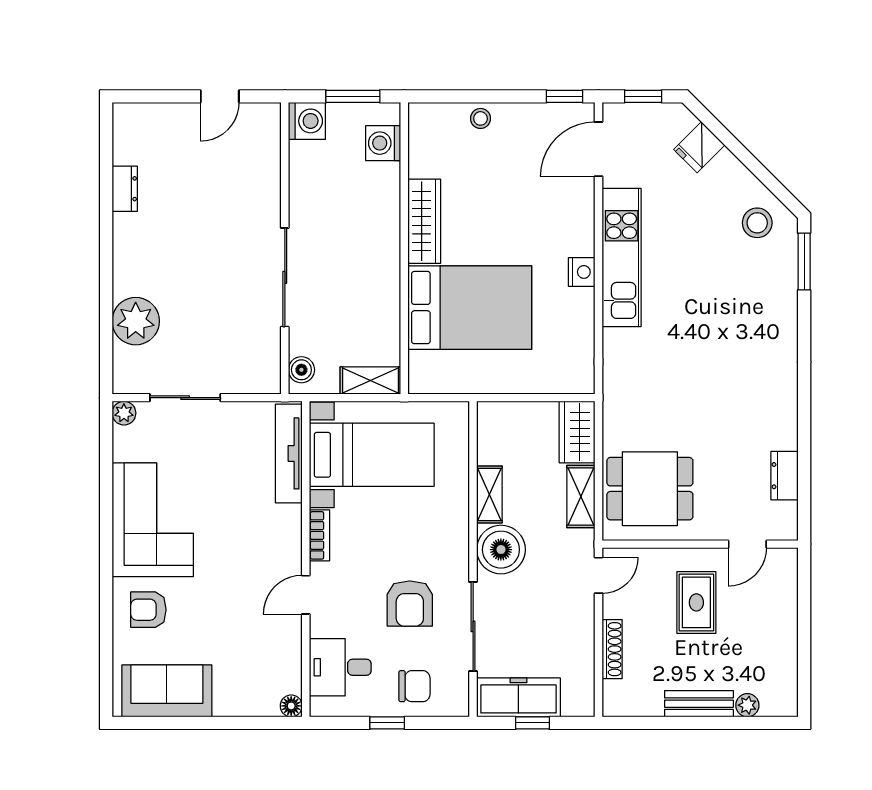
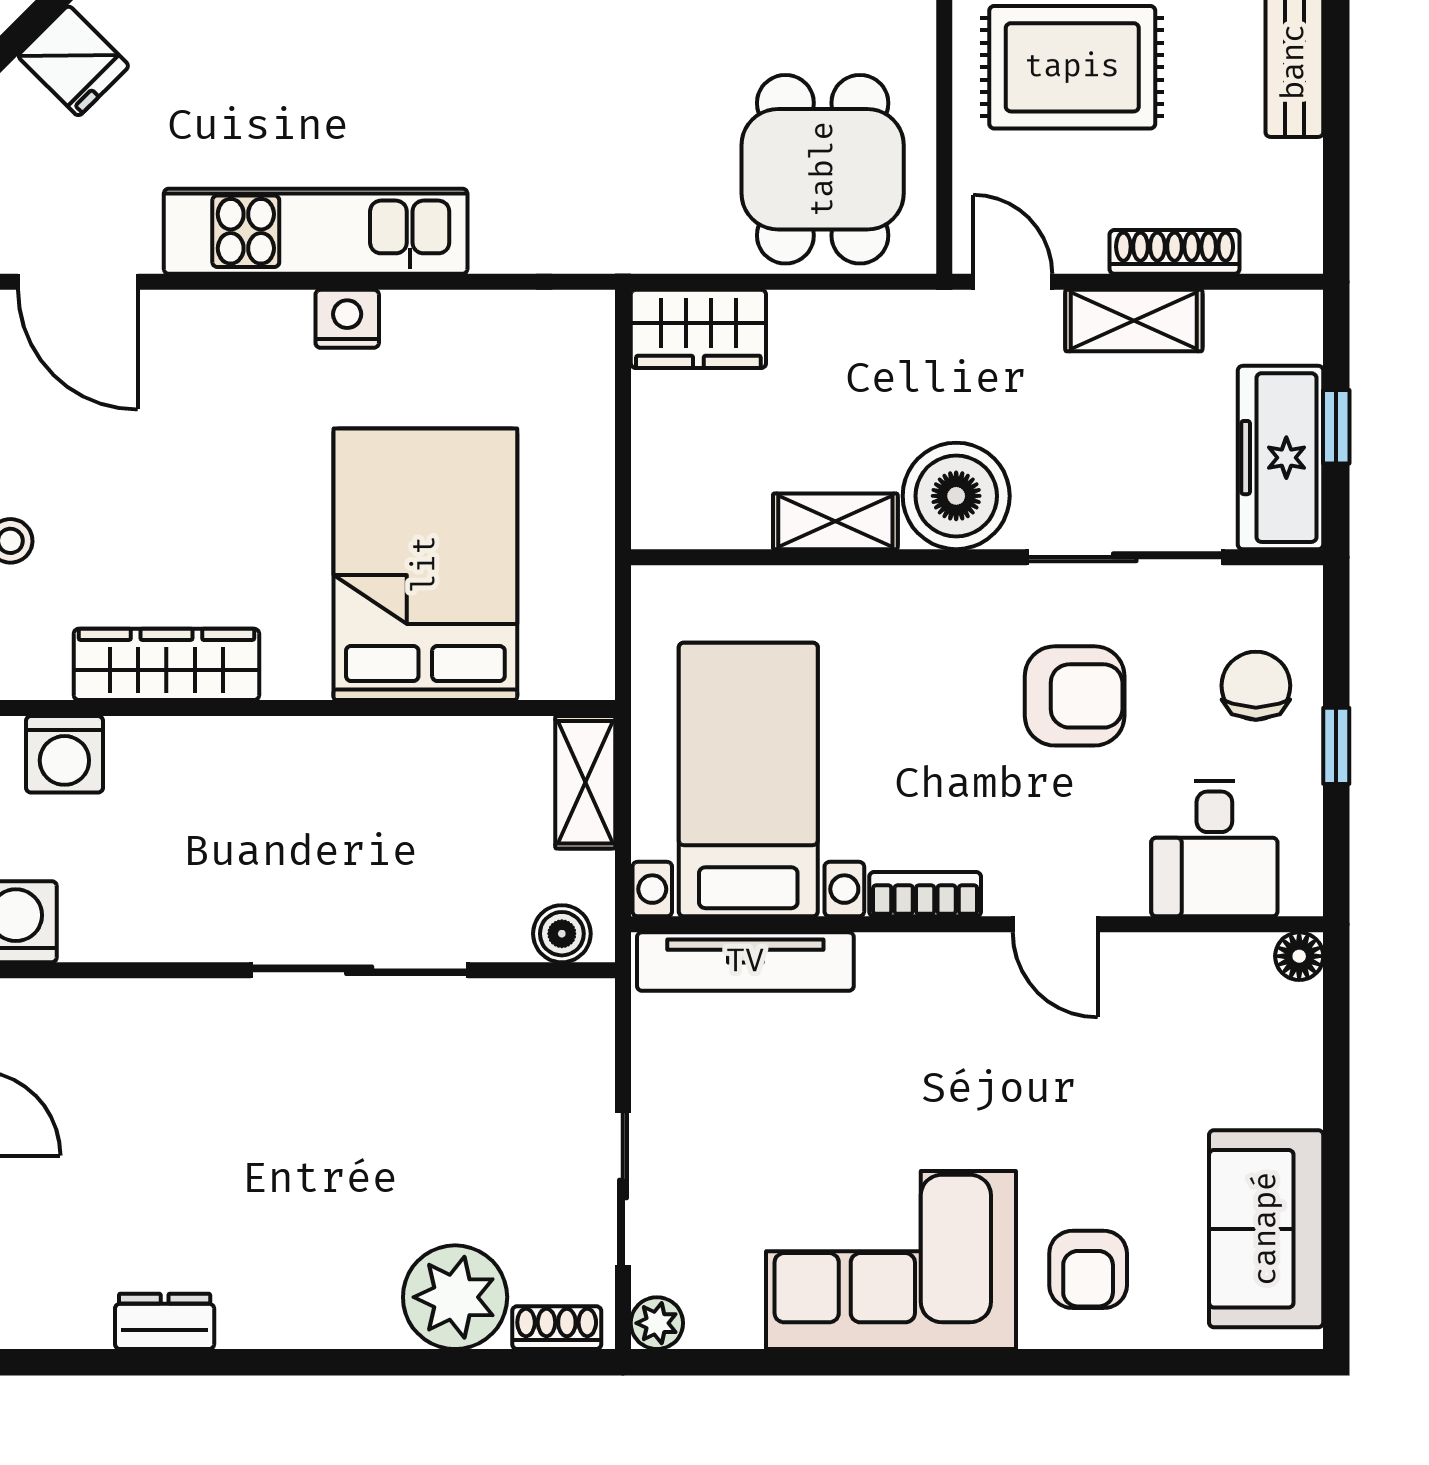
wardrobe: (424, 221) -> (166, 664), moved
shoe rack: (122, 367) -> (557, 1328), added
shelving: (581, 496) -> (1134, 321), moved
rug: (696, 602) -> (1072, 67), width x1.36, depth x1.43

